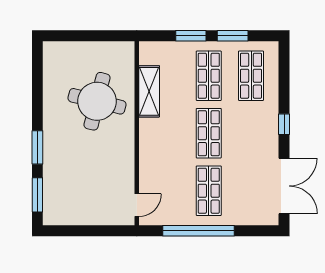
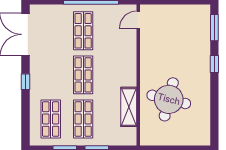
window: (37, 147) -> (214, 64), width x0.67

